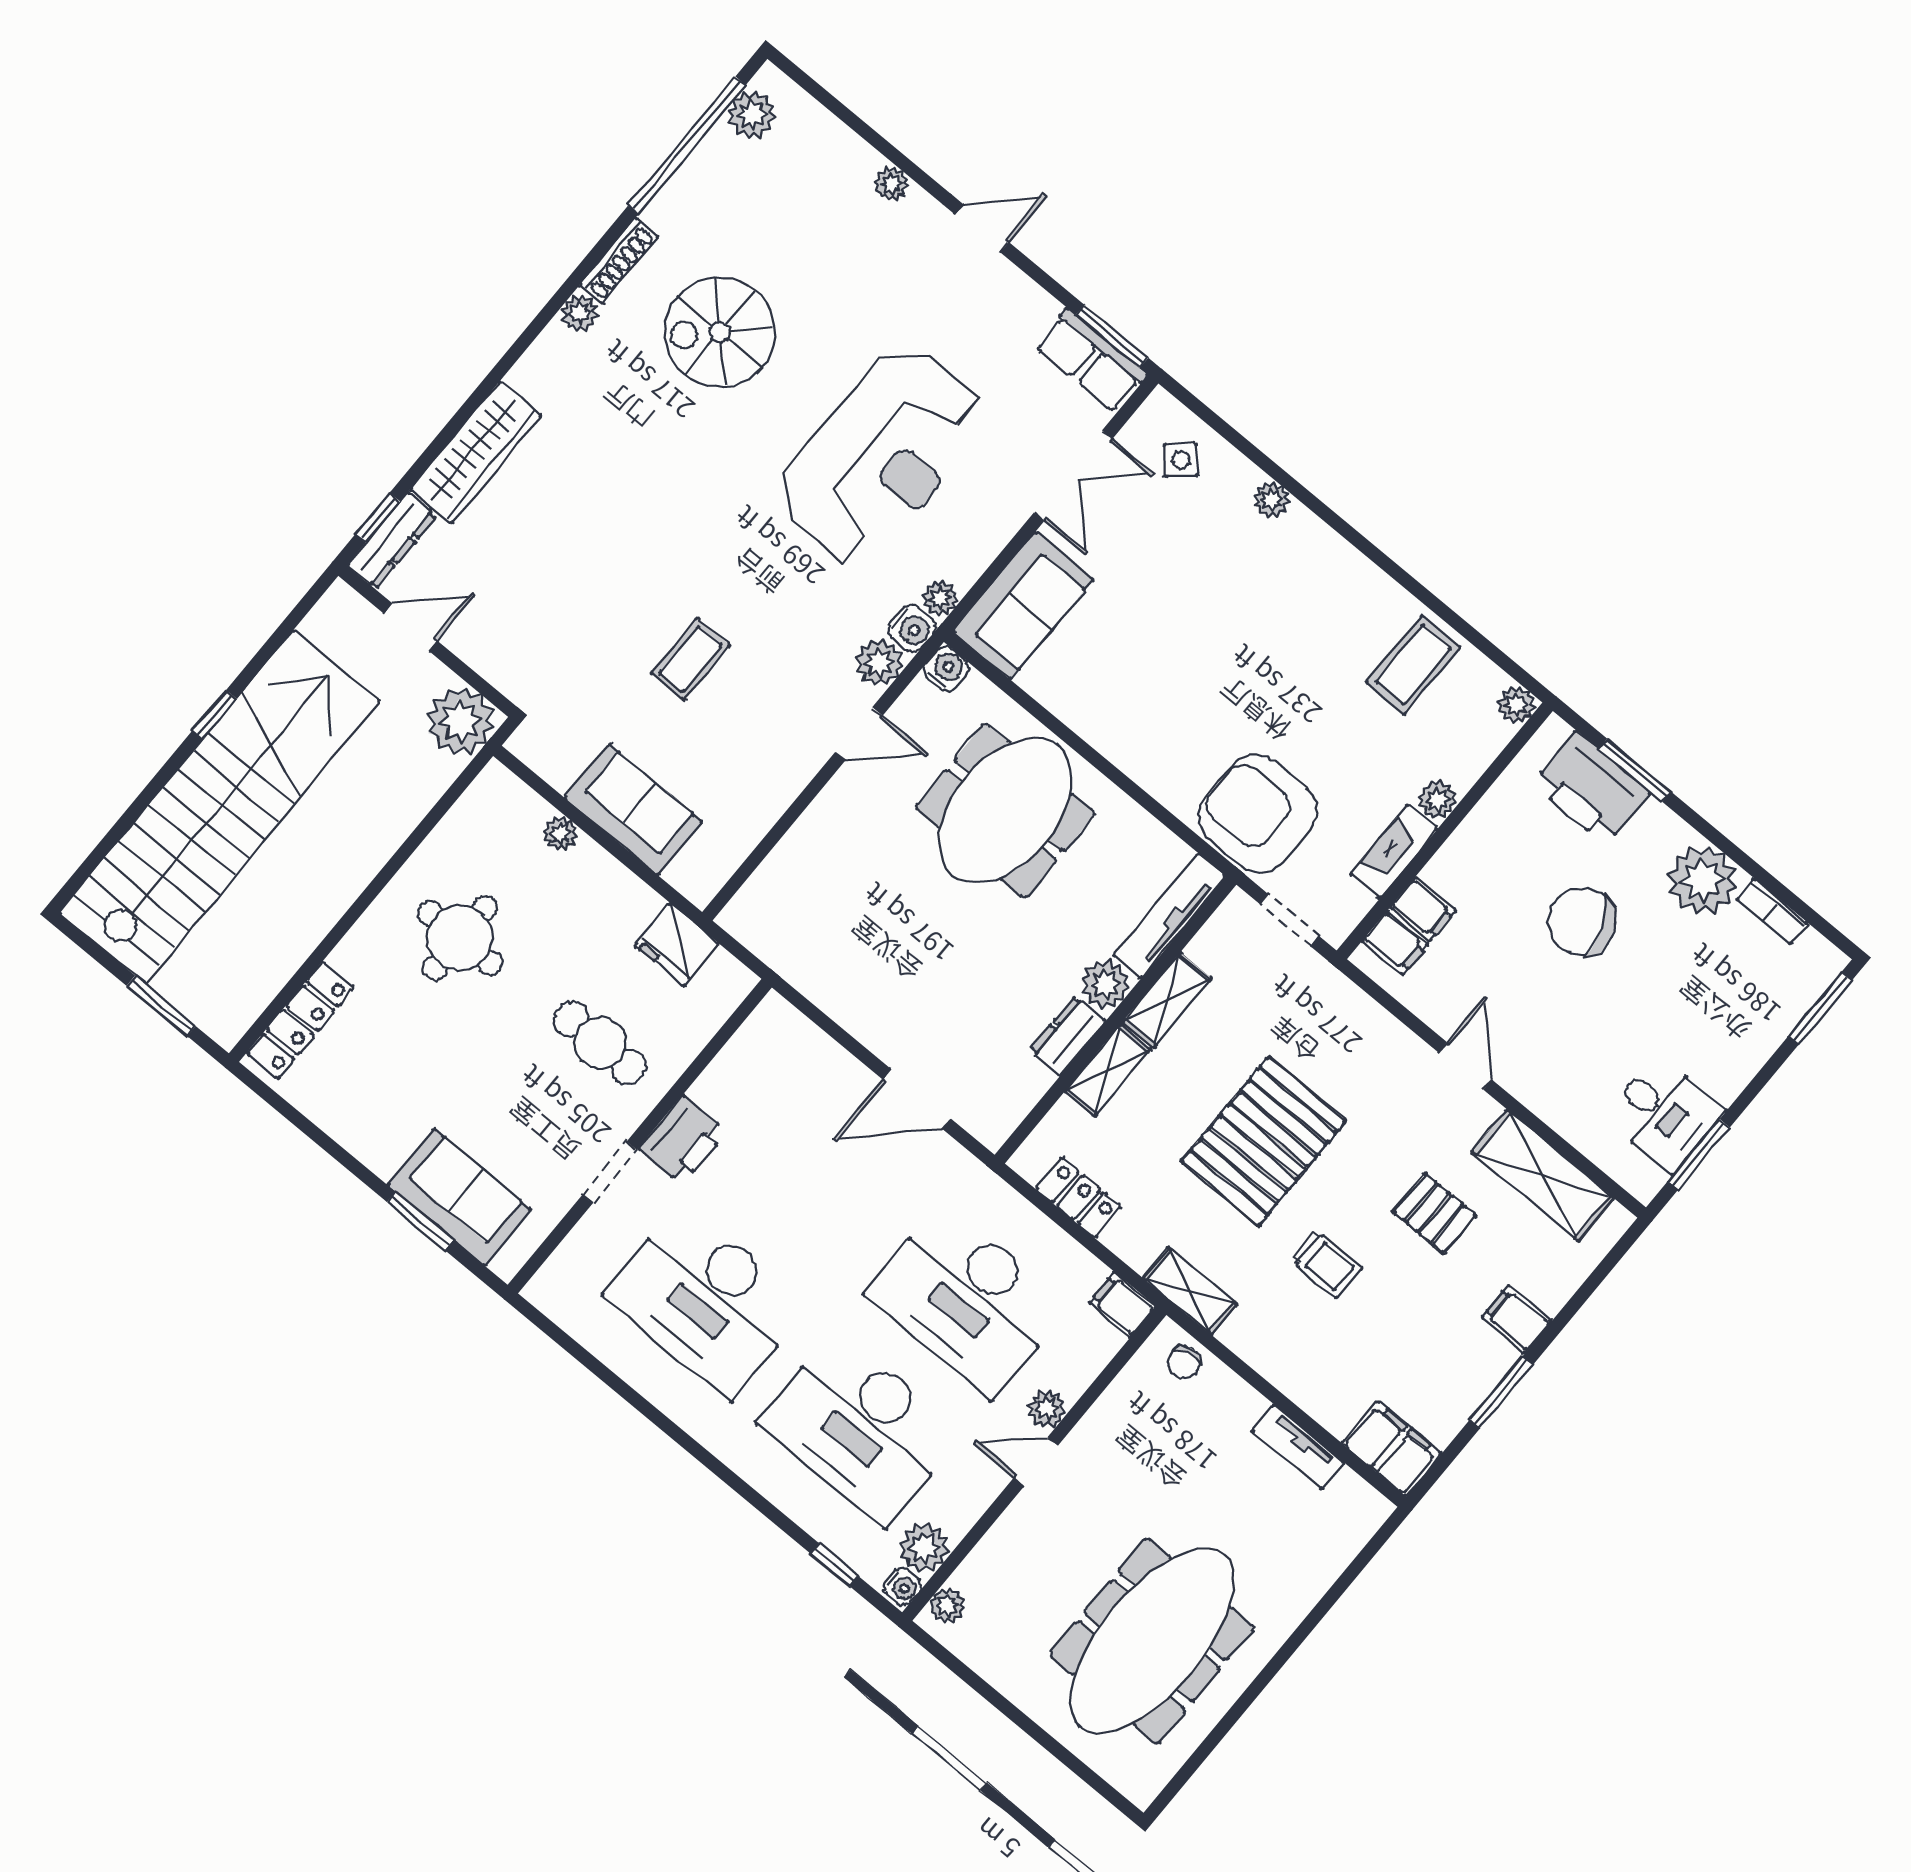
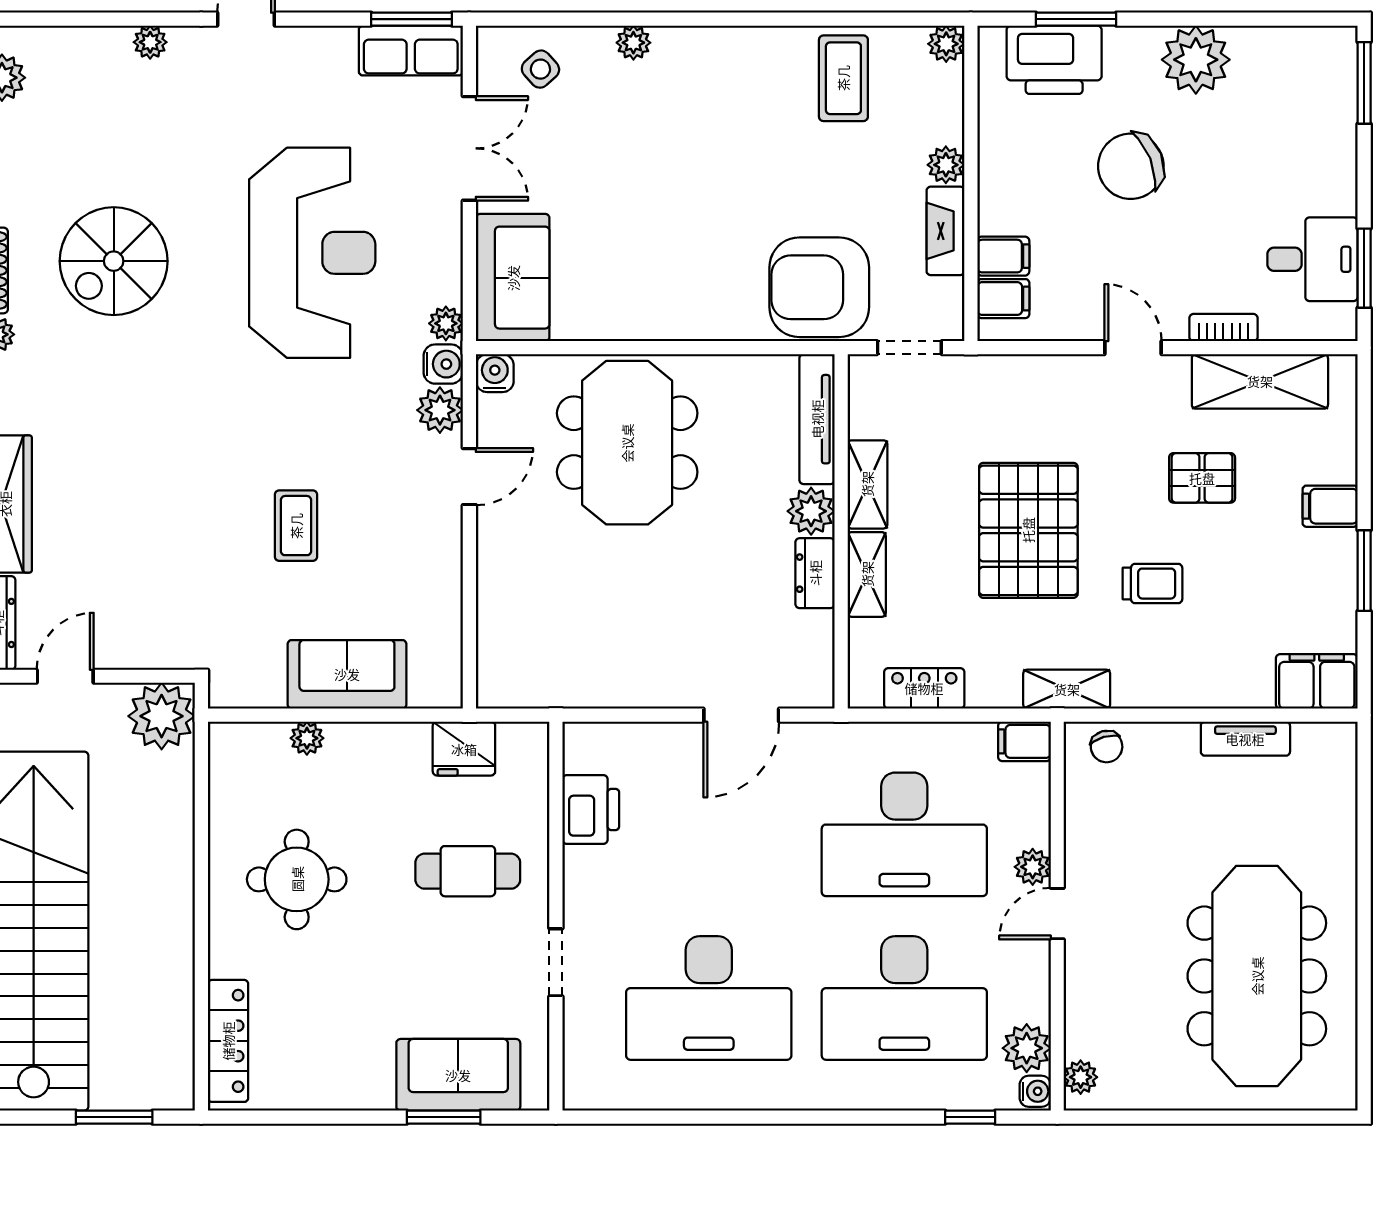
bookcase: (1772, 911) -> (1223, 328), moved, turned 180
printer: (683, 1140) -> (591, 809), moved

